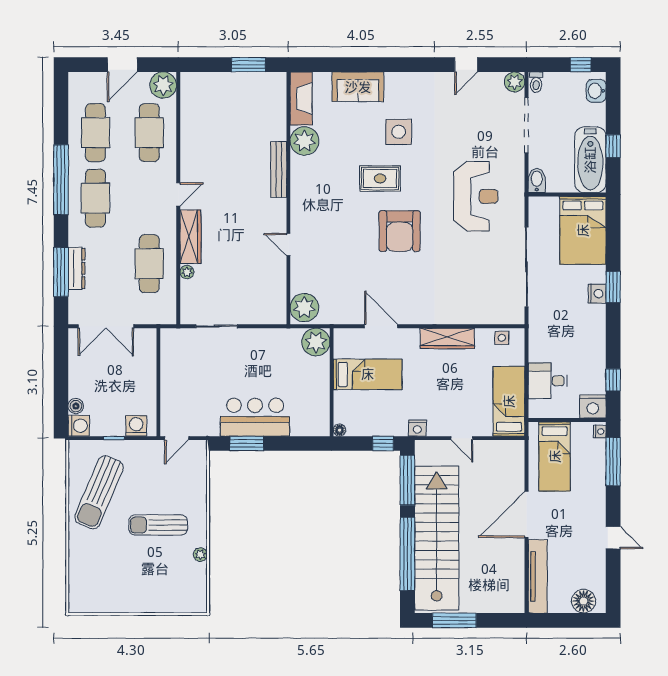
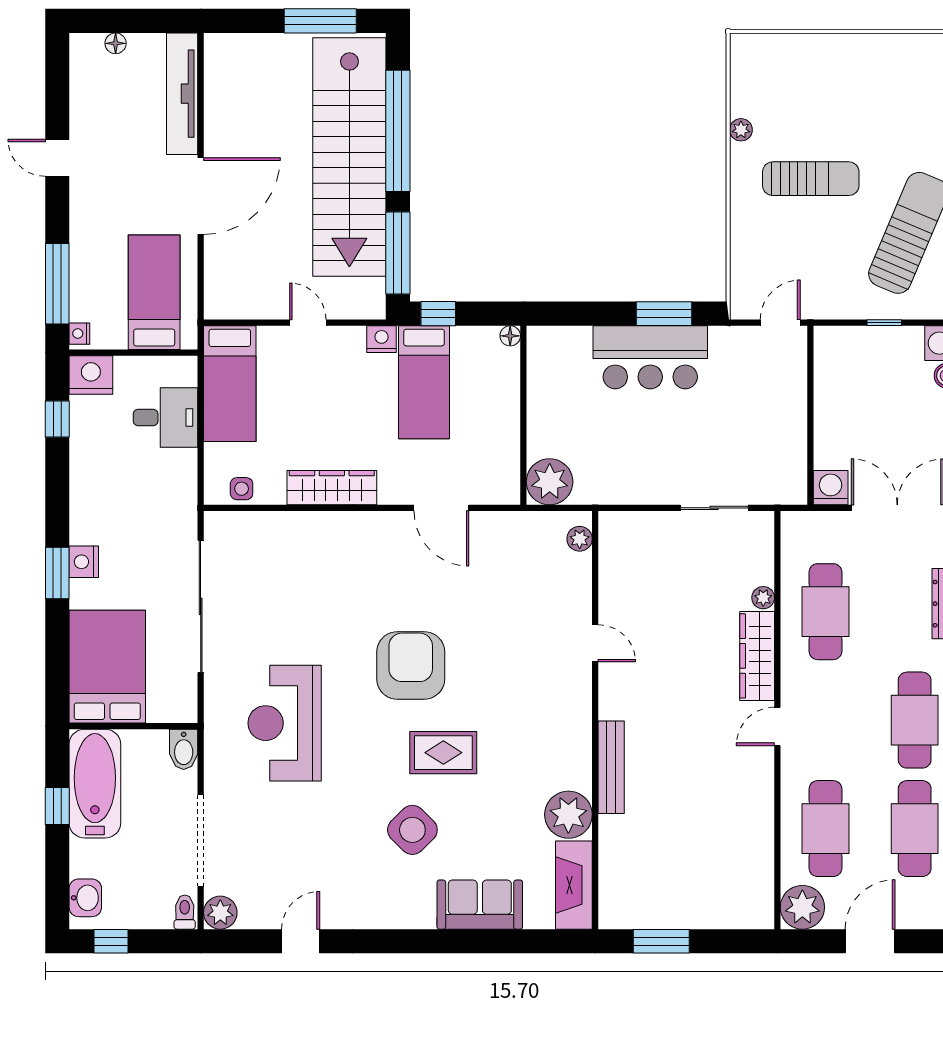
side table: (399, 132) -> (412, 830), turned 45
plant: (304, 308) -> (580, 539), width x0.53, depth x0.53
bed: (368, 374) -> (424, 382), moved, turned -90
washing machine: (136, 426) -> (831, 488), moved, turned 180
floor lamp: (584, 601) -> (116, 43), width x0.53, depth x0.53

